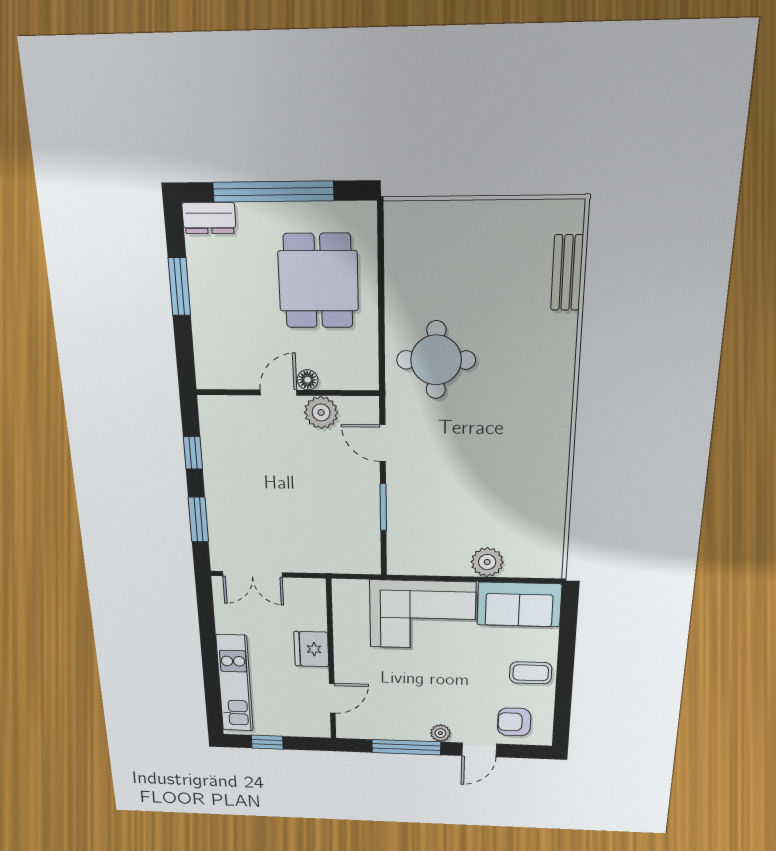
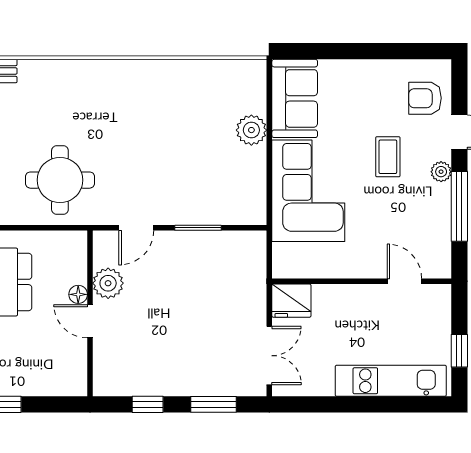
fridge: (311, 649) -> (291, 301), moved
coffee table: (531, 673) -> (388, 157), moved
armchair: (514, 722) -> (425, 98), turned 90

